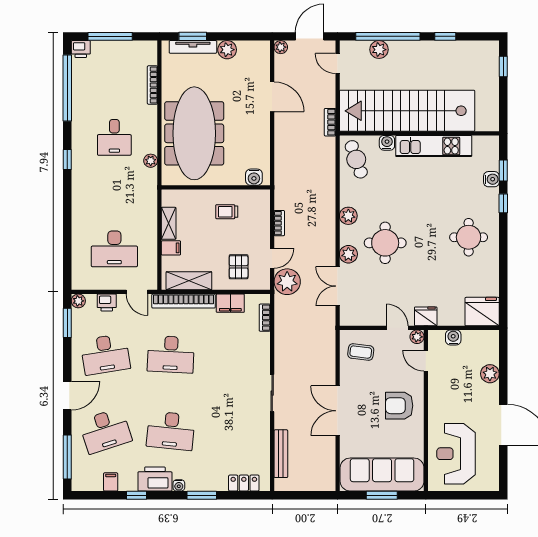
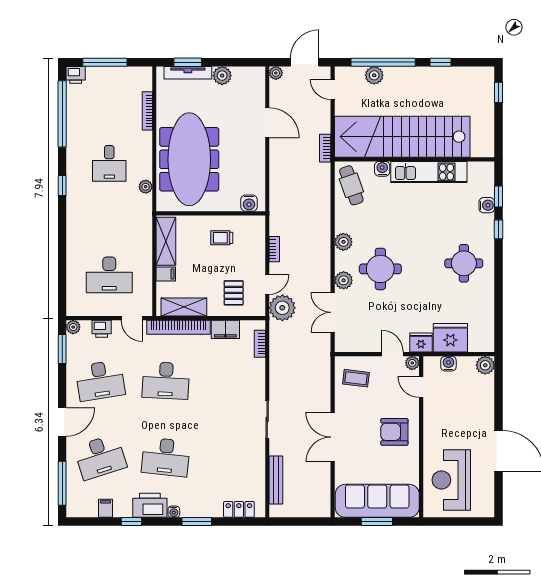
shelving: (169, 223) -> (166, 241), width x1.50, depth x1.33
fridge: (482, 312) -> (450, 338), moved
plant: (490, 374) -> (485, 365), moved

